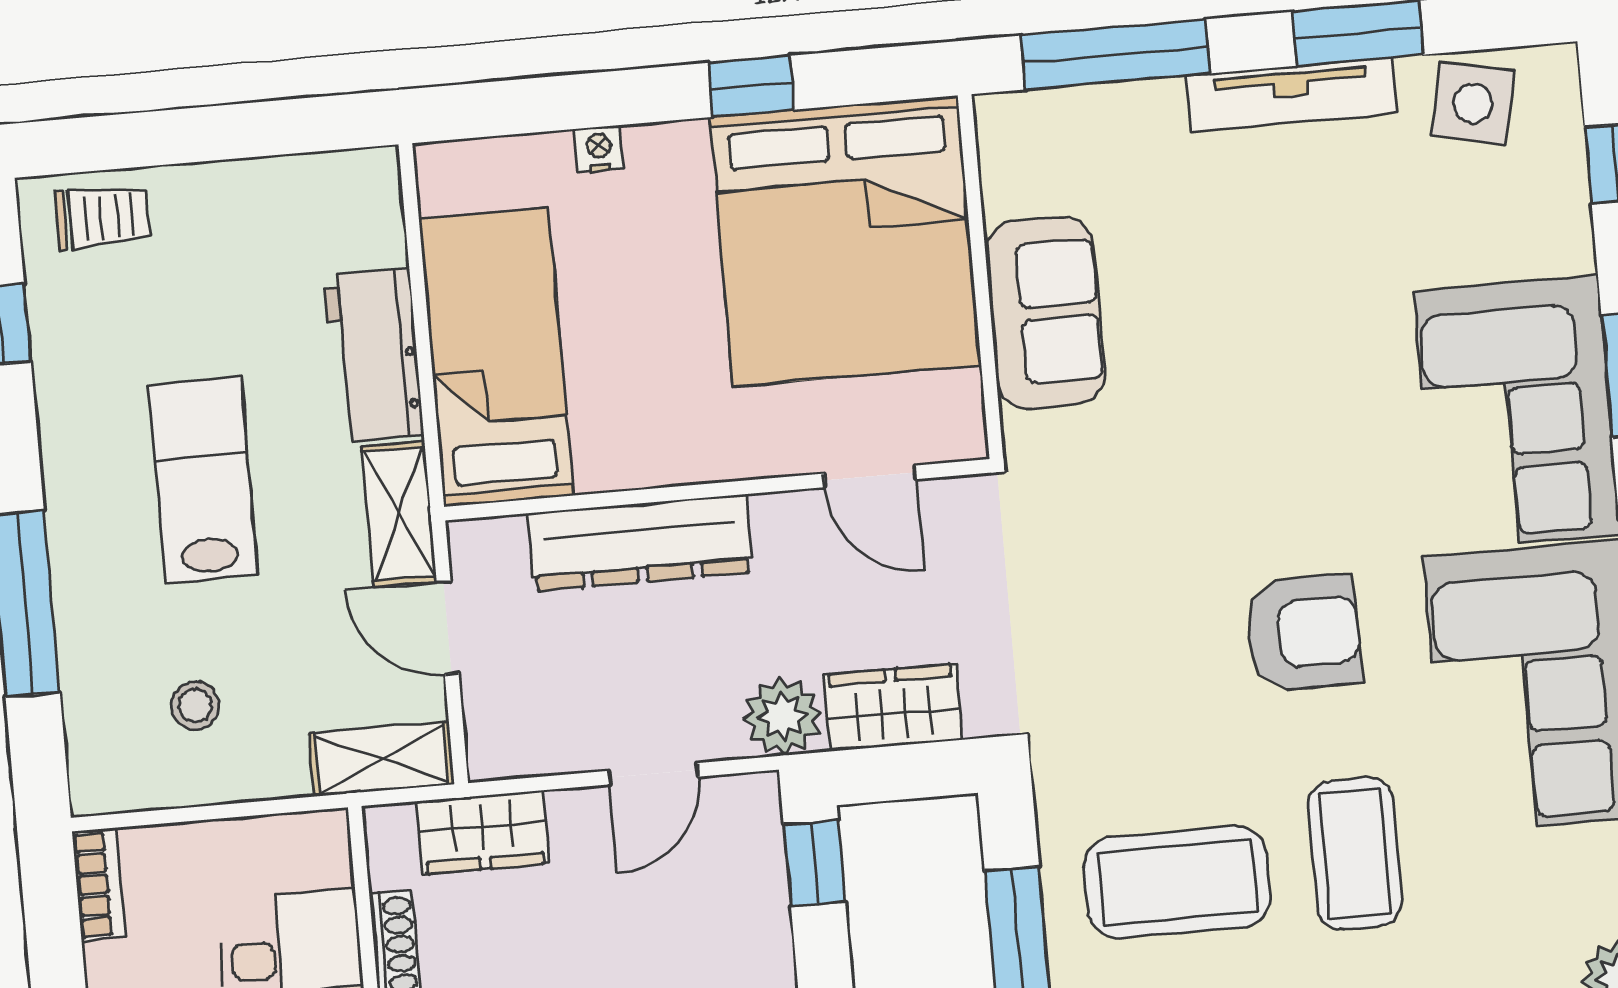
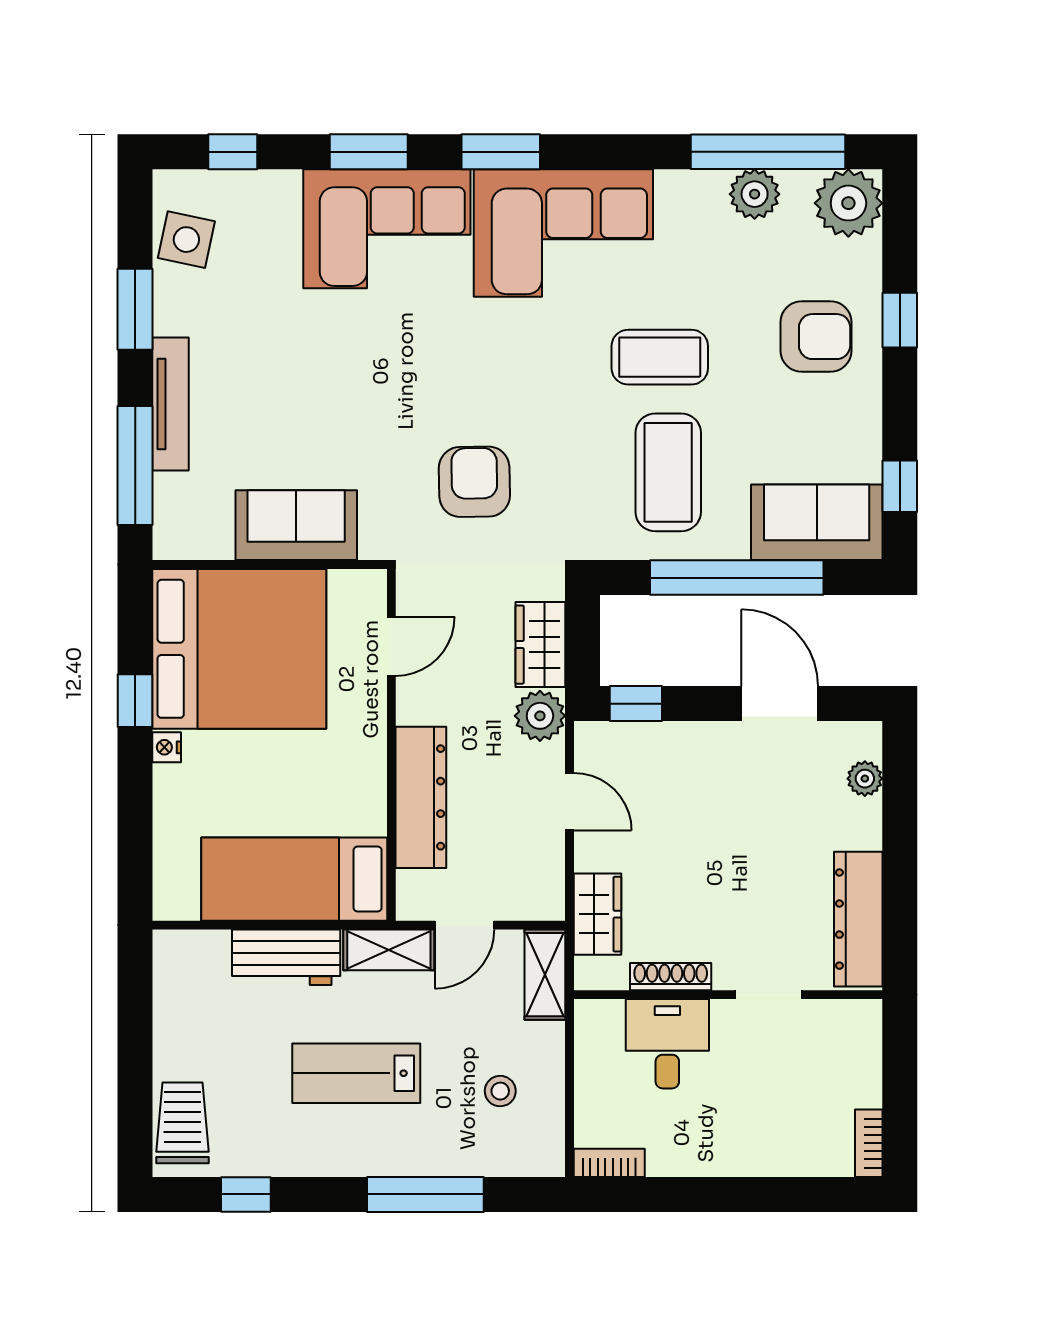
tv unit: (1292, 94) -> (171, 404), moved
nightstand: (599, 149) -> (167, 747), moved
trolley: (103, 217) -> (182, 1123), width x1.36, depth x1.39
armchair: (1303, 633) -> (474, 482), moved

